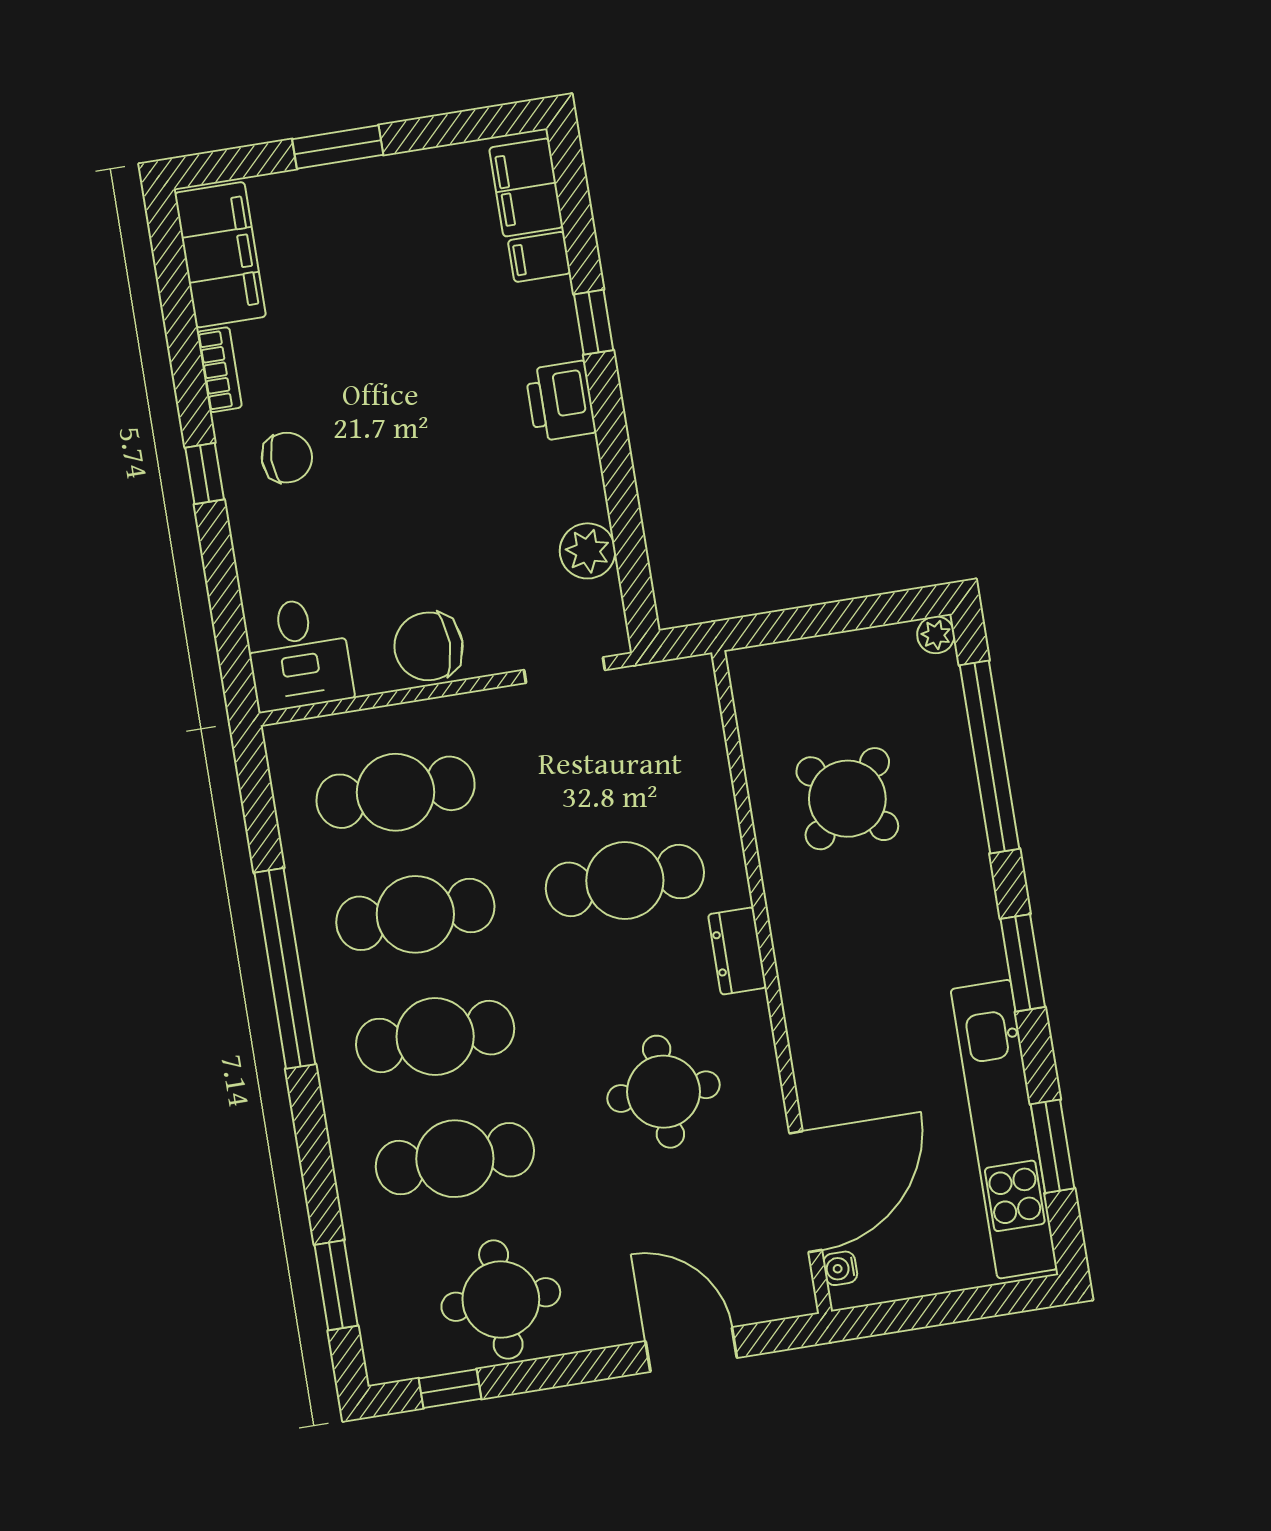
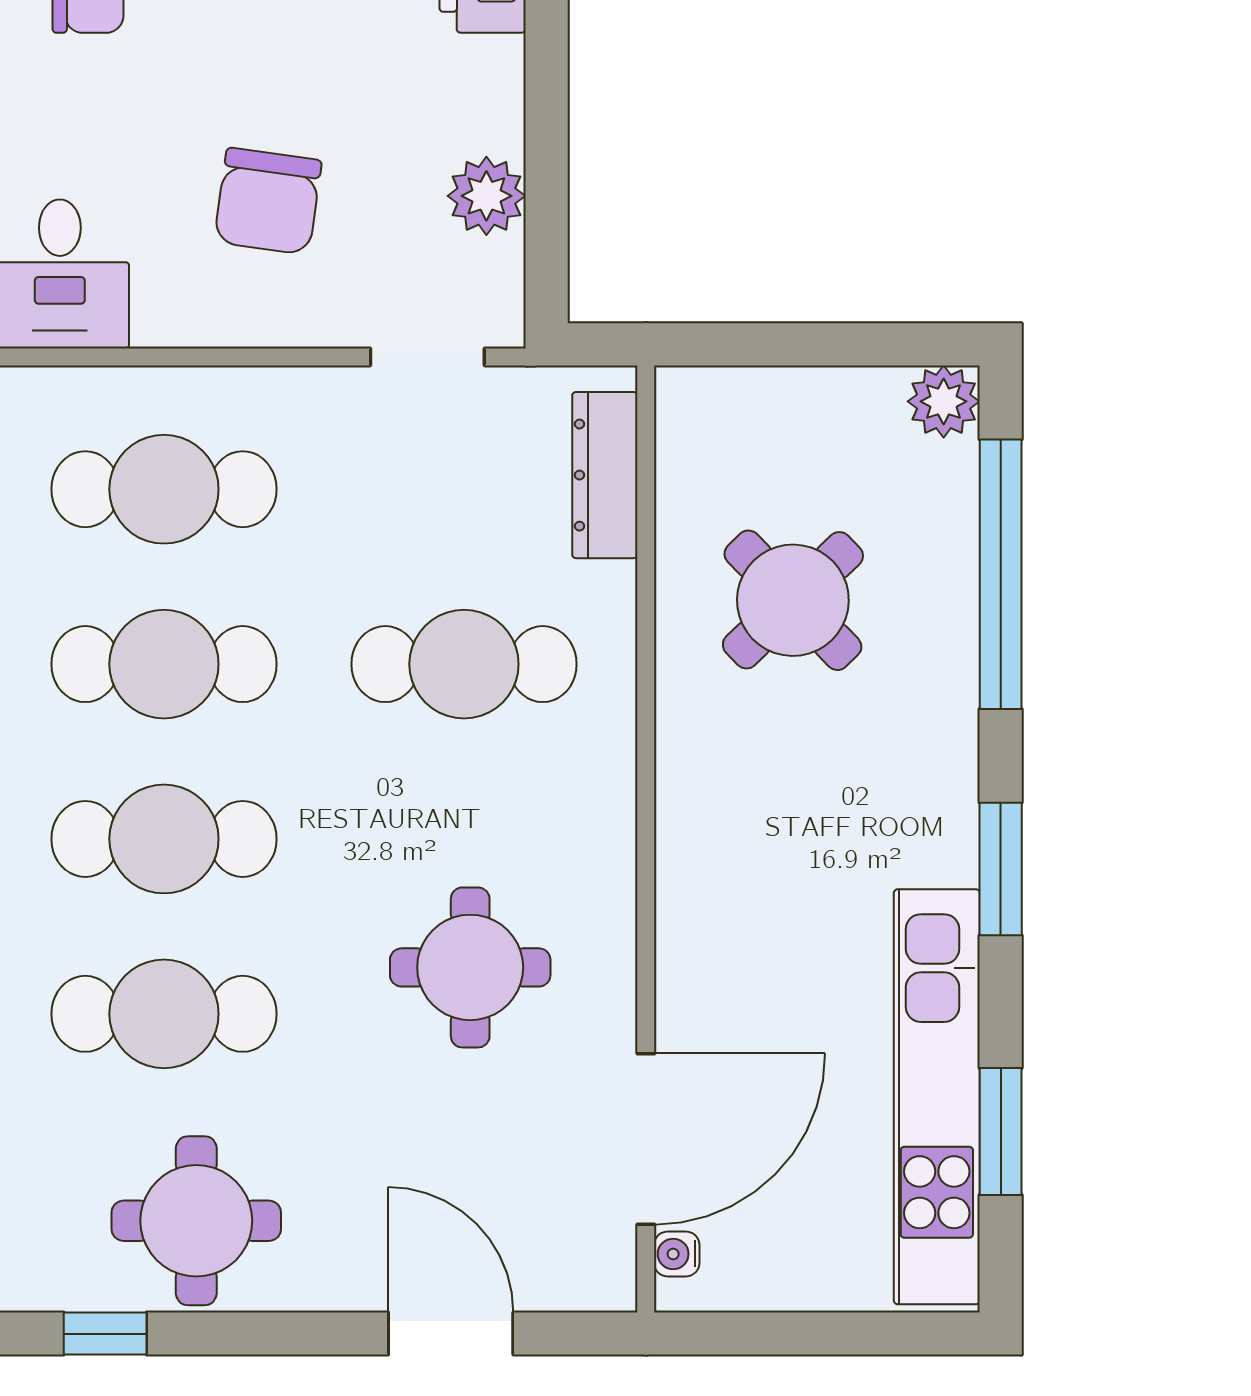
plant: (936, 635) -> (944, 401), width x1.38, depth x1.38
chair: (429, 646) -> (268, 201), moved, turned -82
dresser: (737, 951) -> (605, 475), moved, width x1.44

